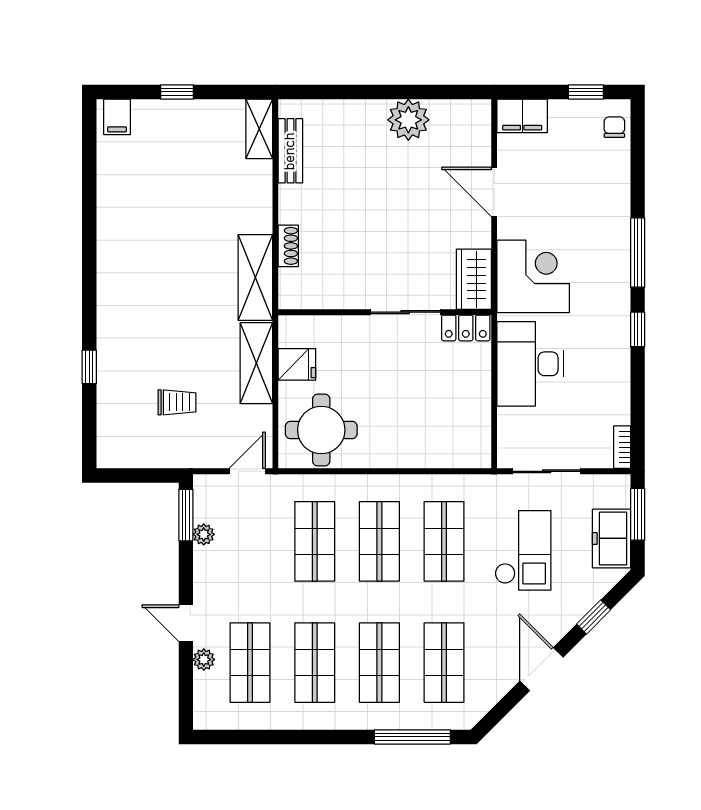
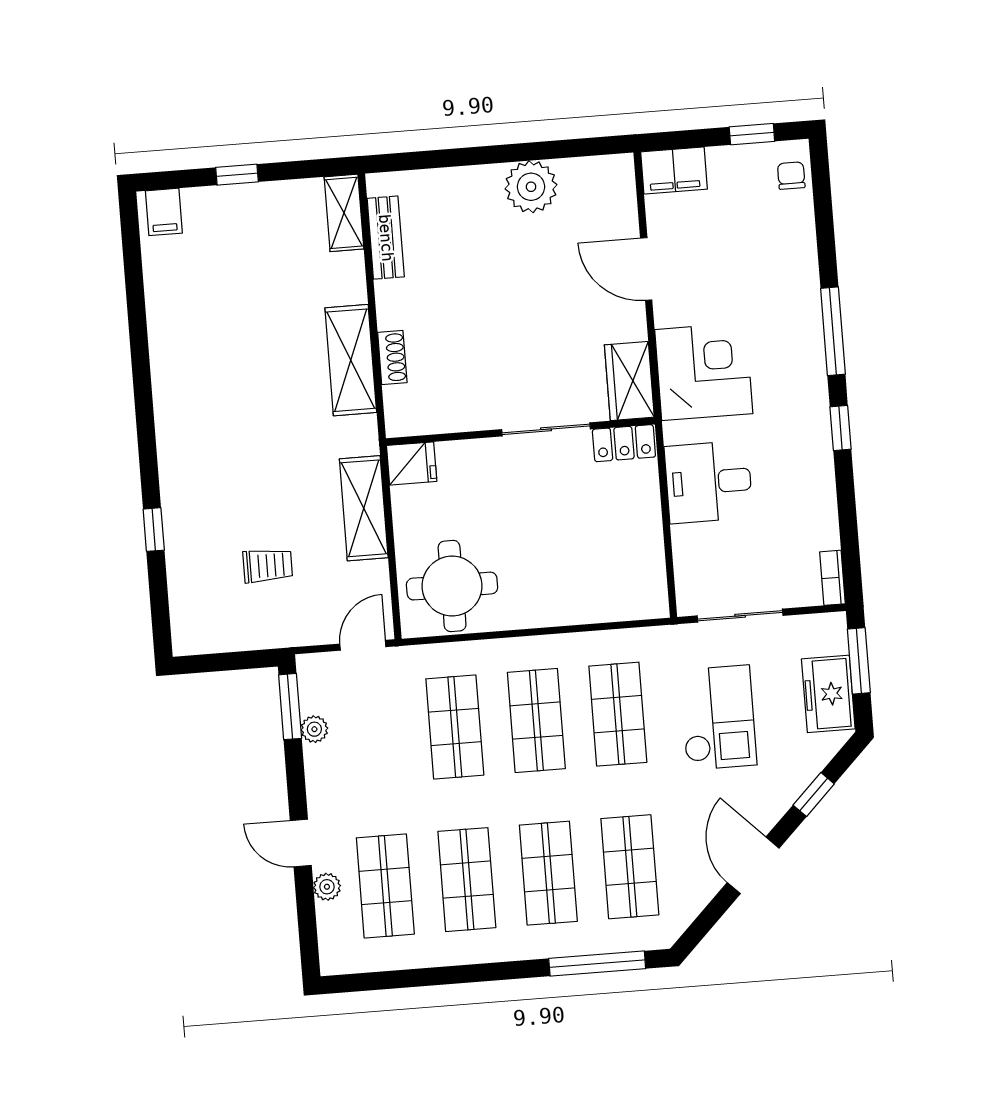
shelving: (255, 277) -> (351, 360), moved
fridge: (297, 364) -> (412, 463), moved
desk: (530, 364) -> (709, 482), width x0.73

